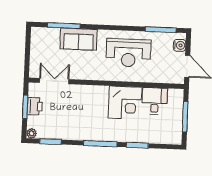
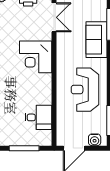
corner desk: (125, 103) -> (36, 57), moved

